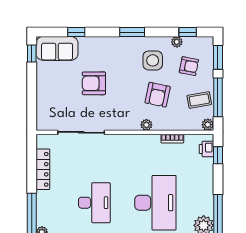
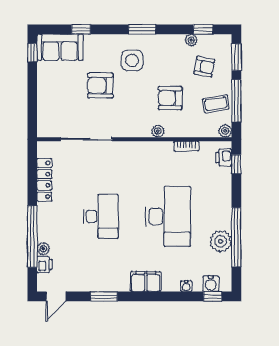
side table: (153, 60) -> (132, 60), moved
armchair: (158, 95) -> (170, 98), turned 78

